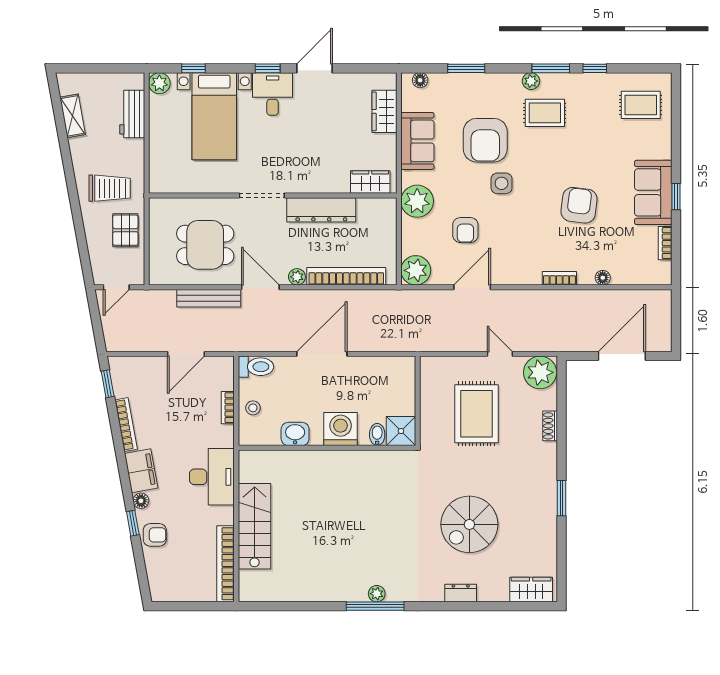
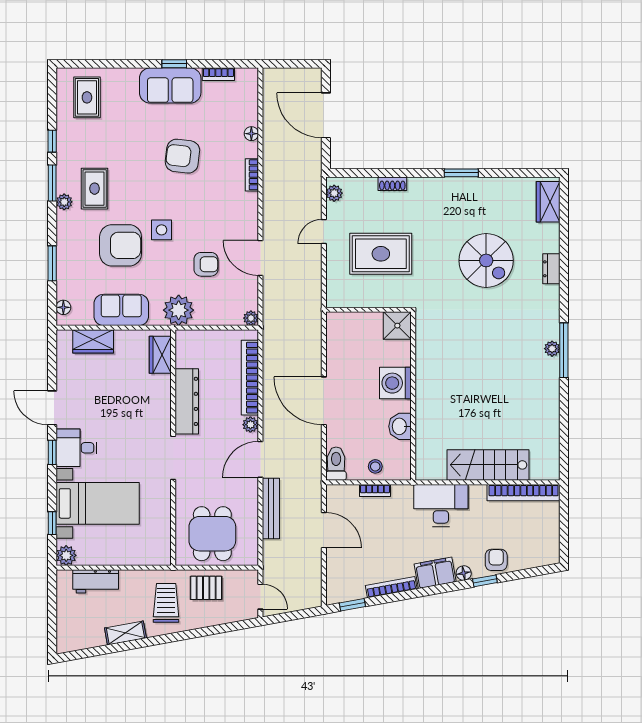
shelving: (73, 116) -> (125, 633), moved
dining table: (205, 245) -> (212, 534), moved
plant: (416, 270) -> (251, 318), width x0.53, depth x0.53
plant: (540, 372) -> (334, 193), width x0.53, depth x0.53
bidet: (377, 434) -> (401, 348), removed

